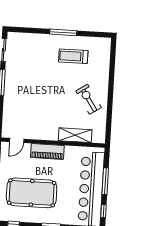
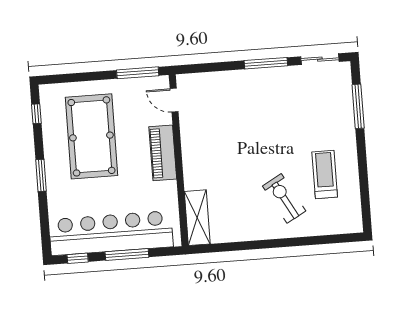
window: (63, 32) -> (358, 106), moved
exercise bike: (89, 99) -> (284, 198), moved, turned -85
shelving: (75, 135) -> (197, 218), moved

